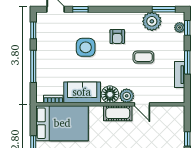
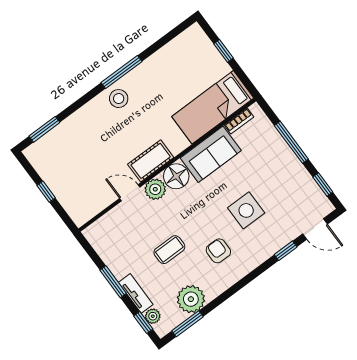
tv unit: (180, 75) -> (136, 293), moved
bed: (62, 123) -> (213, 107), width x0.67

